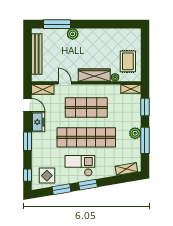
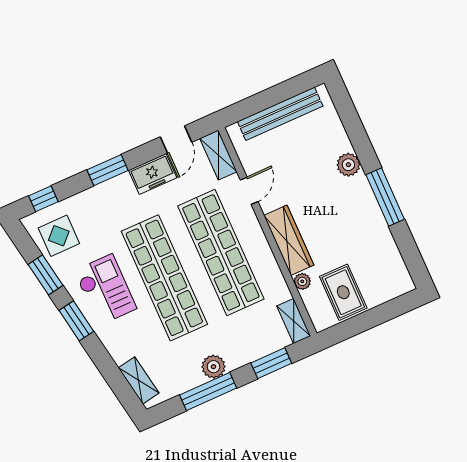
window: (57, 24) -> (385, 197), moved
rug: (128, 61) -> (343, 292), turned 90
shop shelf: (86, 107) -> (221, 253), width x1.40

